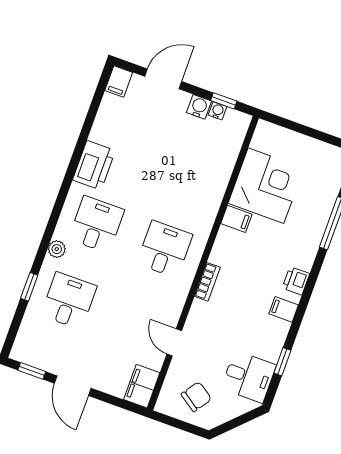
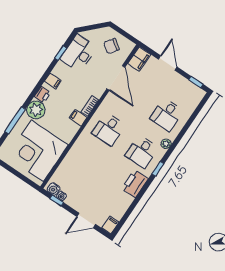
water cooler: (199, 107) -> (54, 189), moved
corner desk: (266, 186) -> (37, 151), width x1.36, depth x1.36
filing cabinet: (236, 219) -> (78, 118), moved
plant: (301, 251) -> (36, 110), added
window: (29, 287) -> (158, 169), moved
door: (174, 342) -> (116, 78), width x1.87
desk: (249, 377) -> (78, 53), width x1.37
door: (73, 386) -> (168, 63), moved

